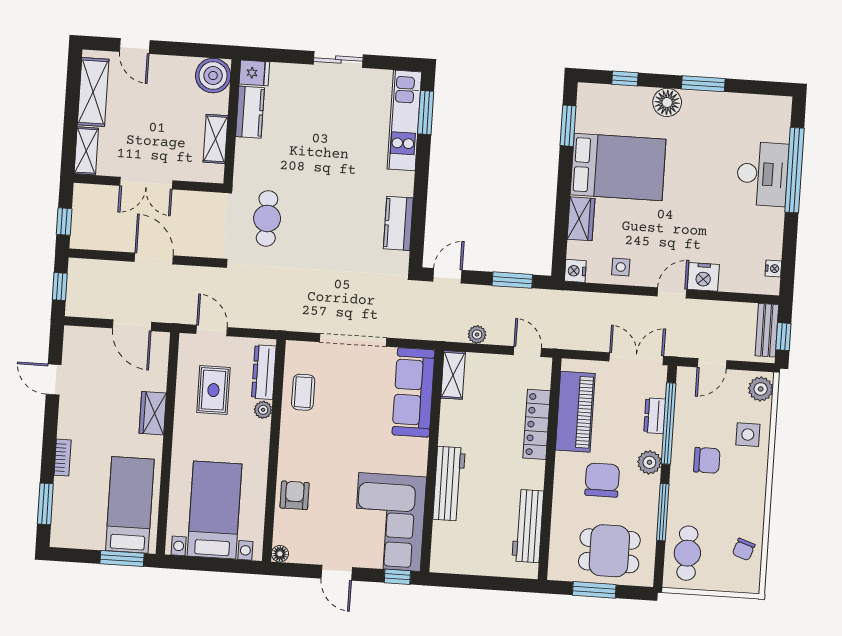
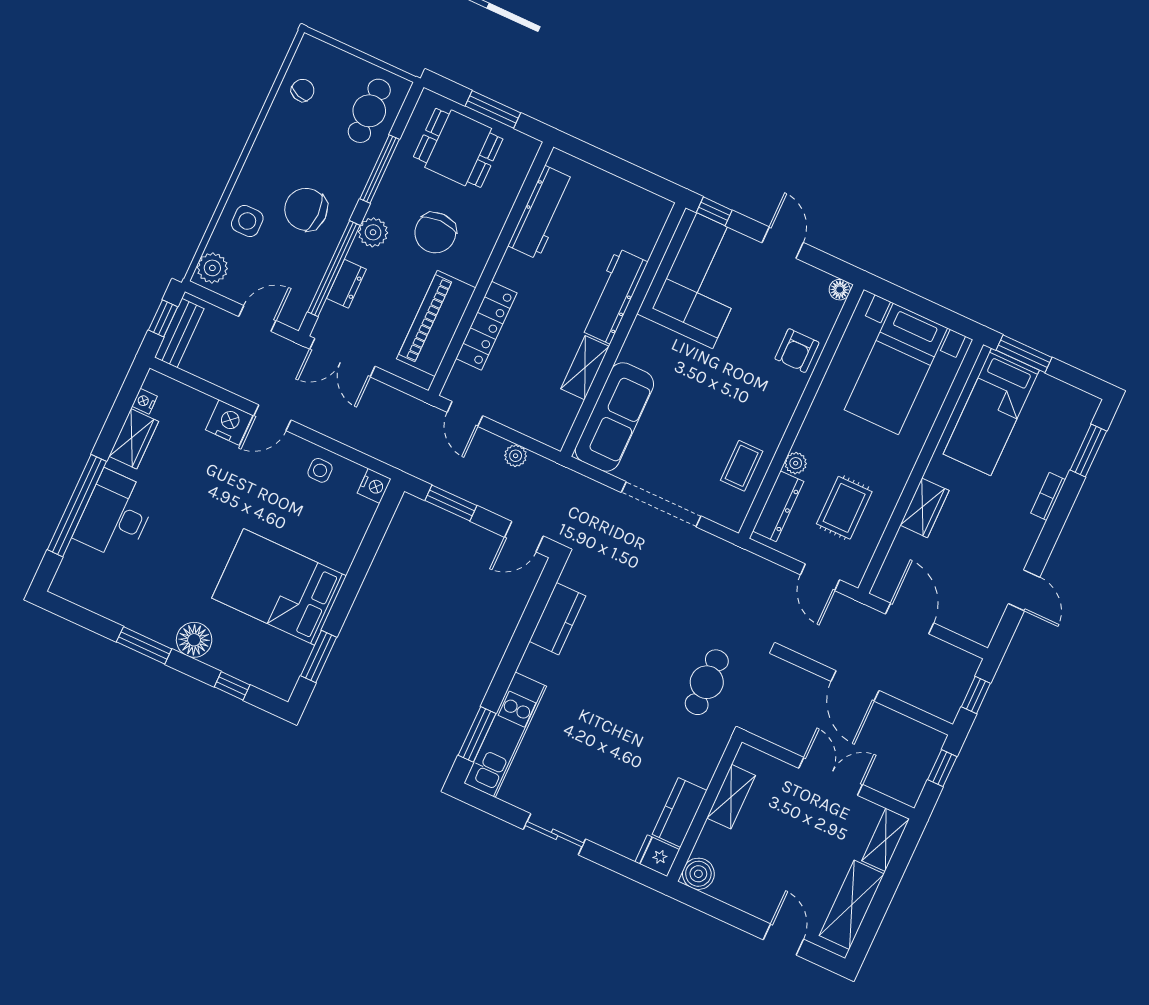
boiler: (213, 76) -> (698, 874), width x0.73, depth x0.73
wardrobe: (581, 219) -> (134, 439), moved, turned 180
shelving: (453, 375) -> (585, 368), moved
chair: (707, 460) -> (306, 209), width x1.37, depth x1.37

